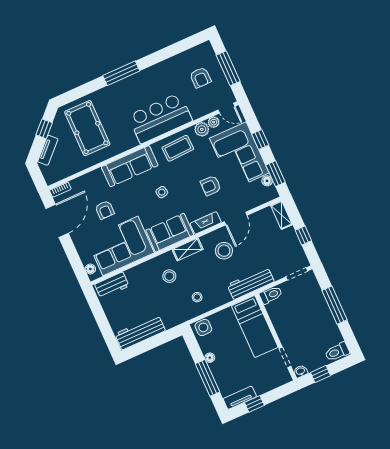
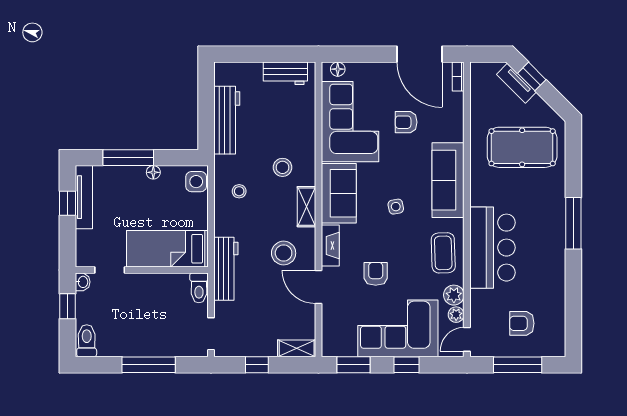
window: (44, 129) -> (532, 76), moved
floor lamp: (267, 181) -> (349, 350), removed
workbench: (112, 285) -> (285, 73), moved, turned -90
workbench: (140, 332) -> (227, 120), moved
tv unit: (240, 398) -> (84, 197), width x1.41

